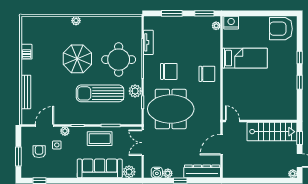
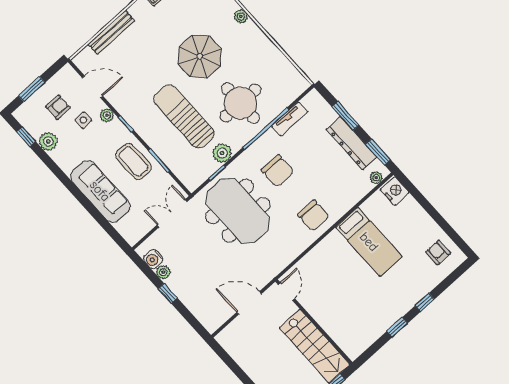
armchair: (281, 29) -> (438, 253), width x0.53, depth x0.53
dresser: (202, 171) -> (352, 143), moved, turned 180
plant: (129, 172) -> (48, 141), moved

